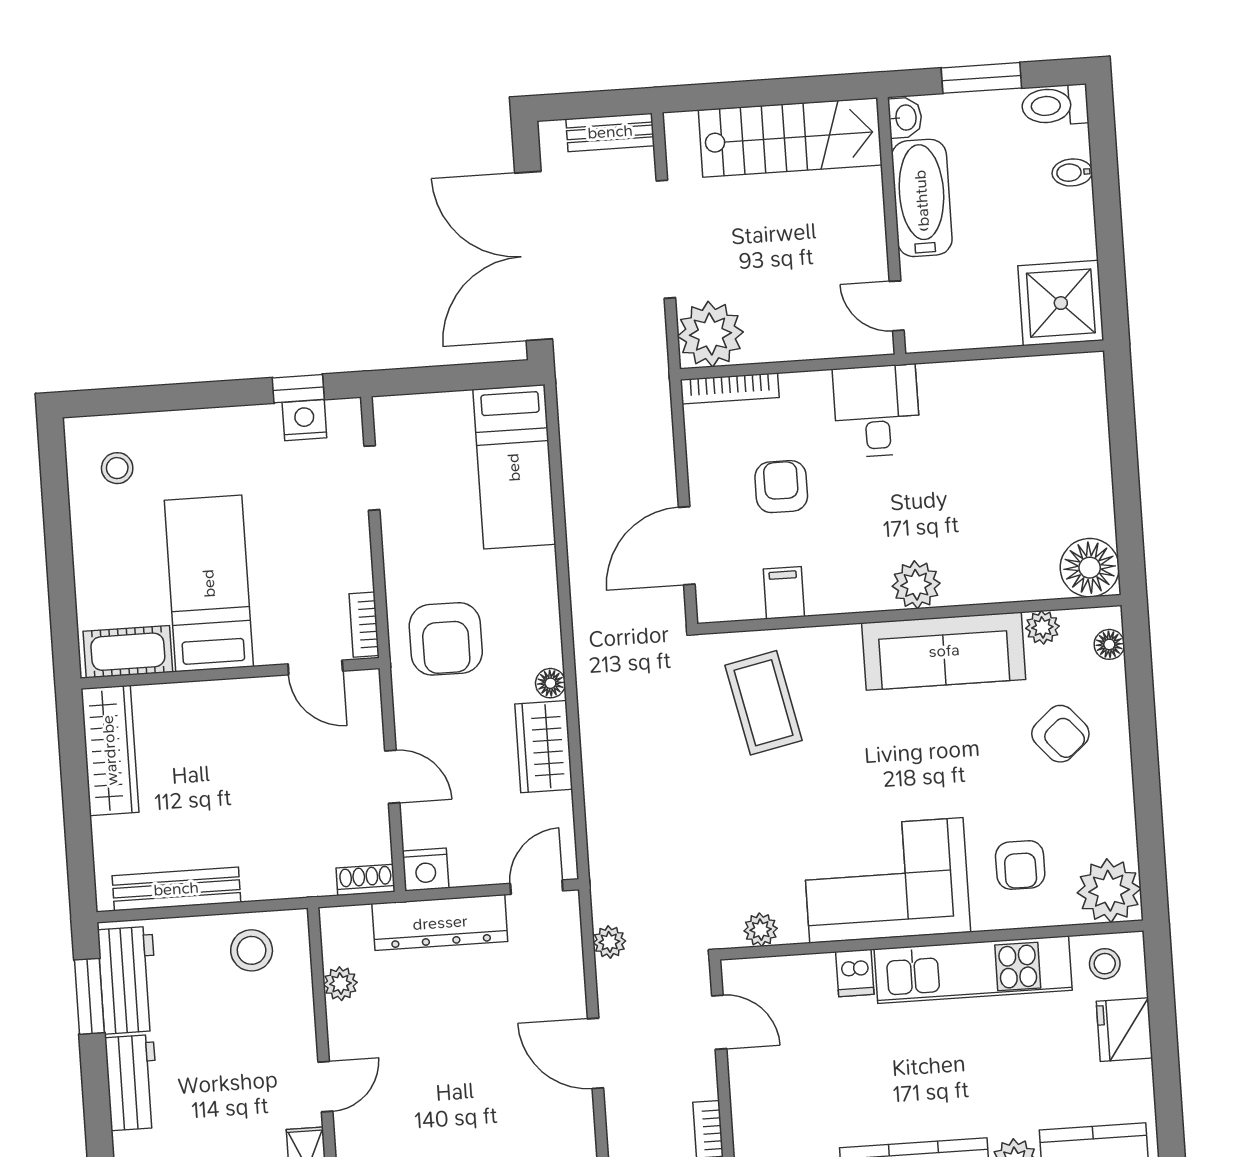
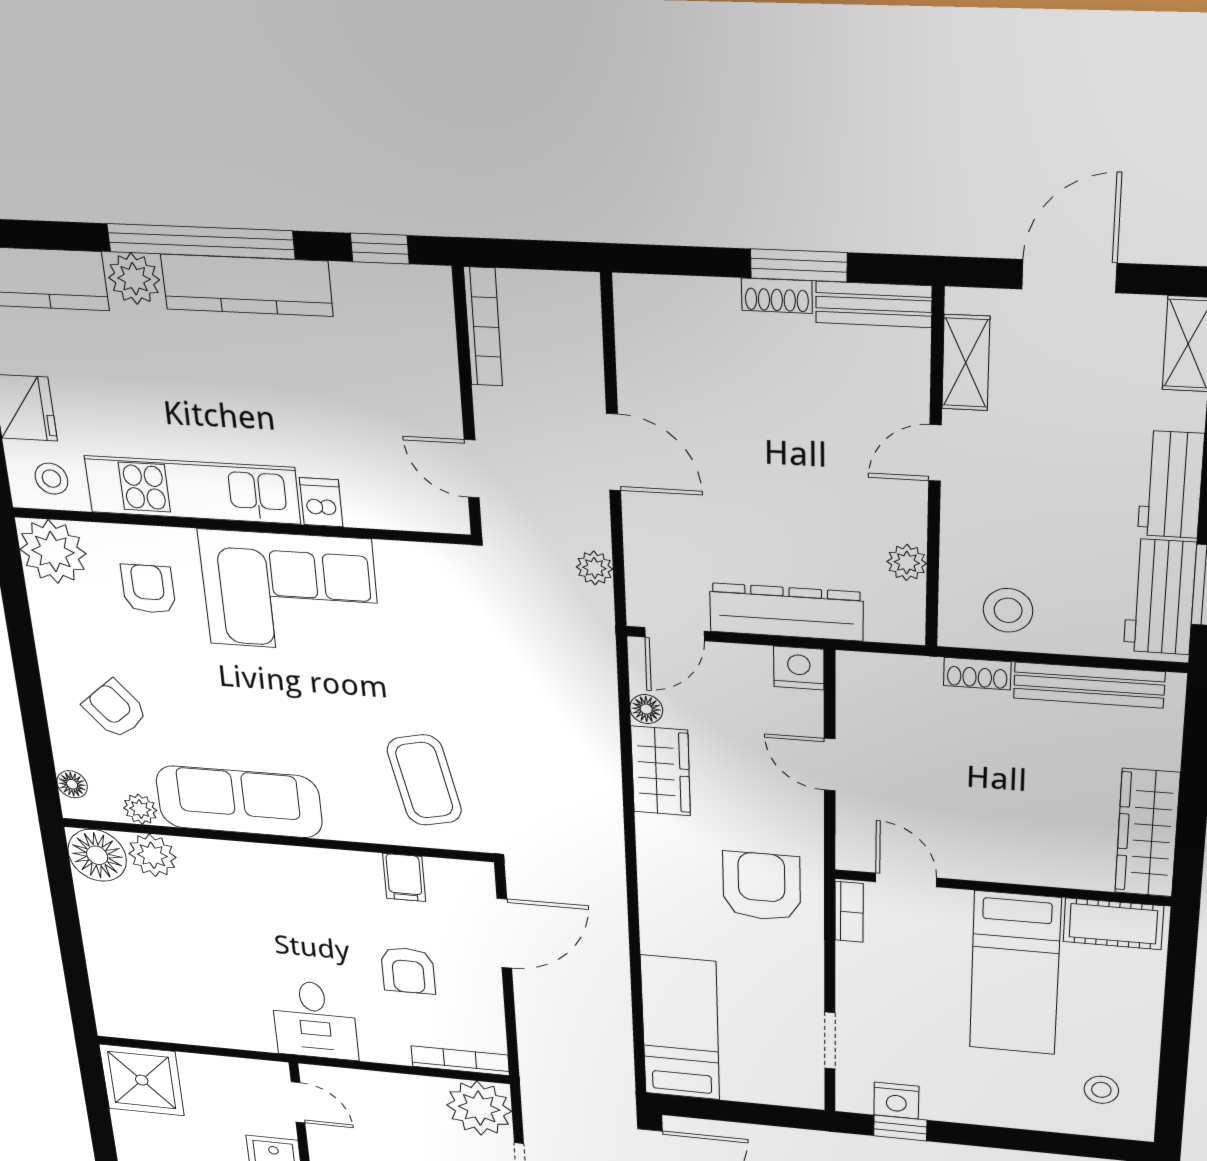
plant: (916, 585) -> (152, 855), moved
floor lamp: (550, 683) -> (646, 709), moved
shoe rack: (366, 880) -> (977, 674), moved
plant: (761, 930) -> (426, 560), removed

